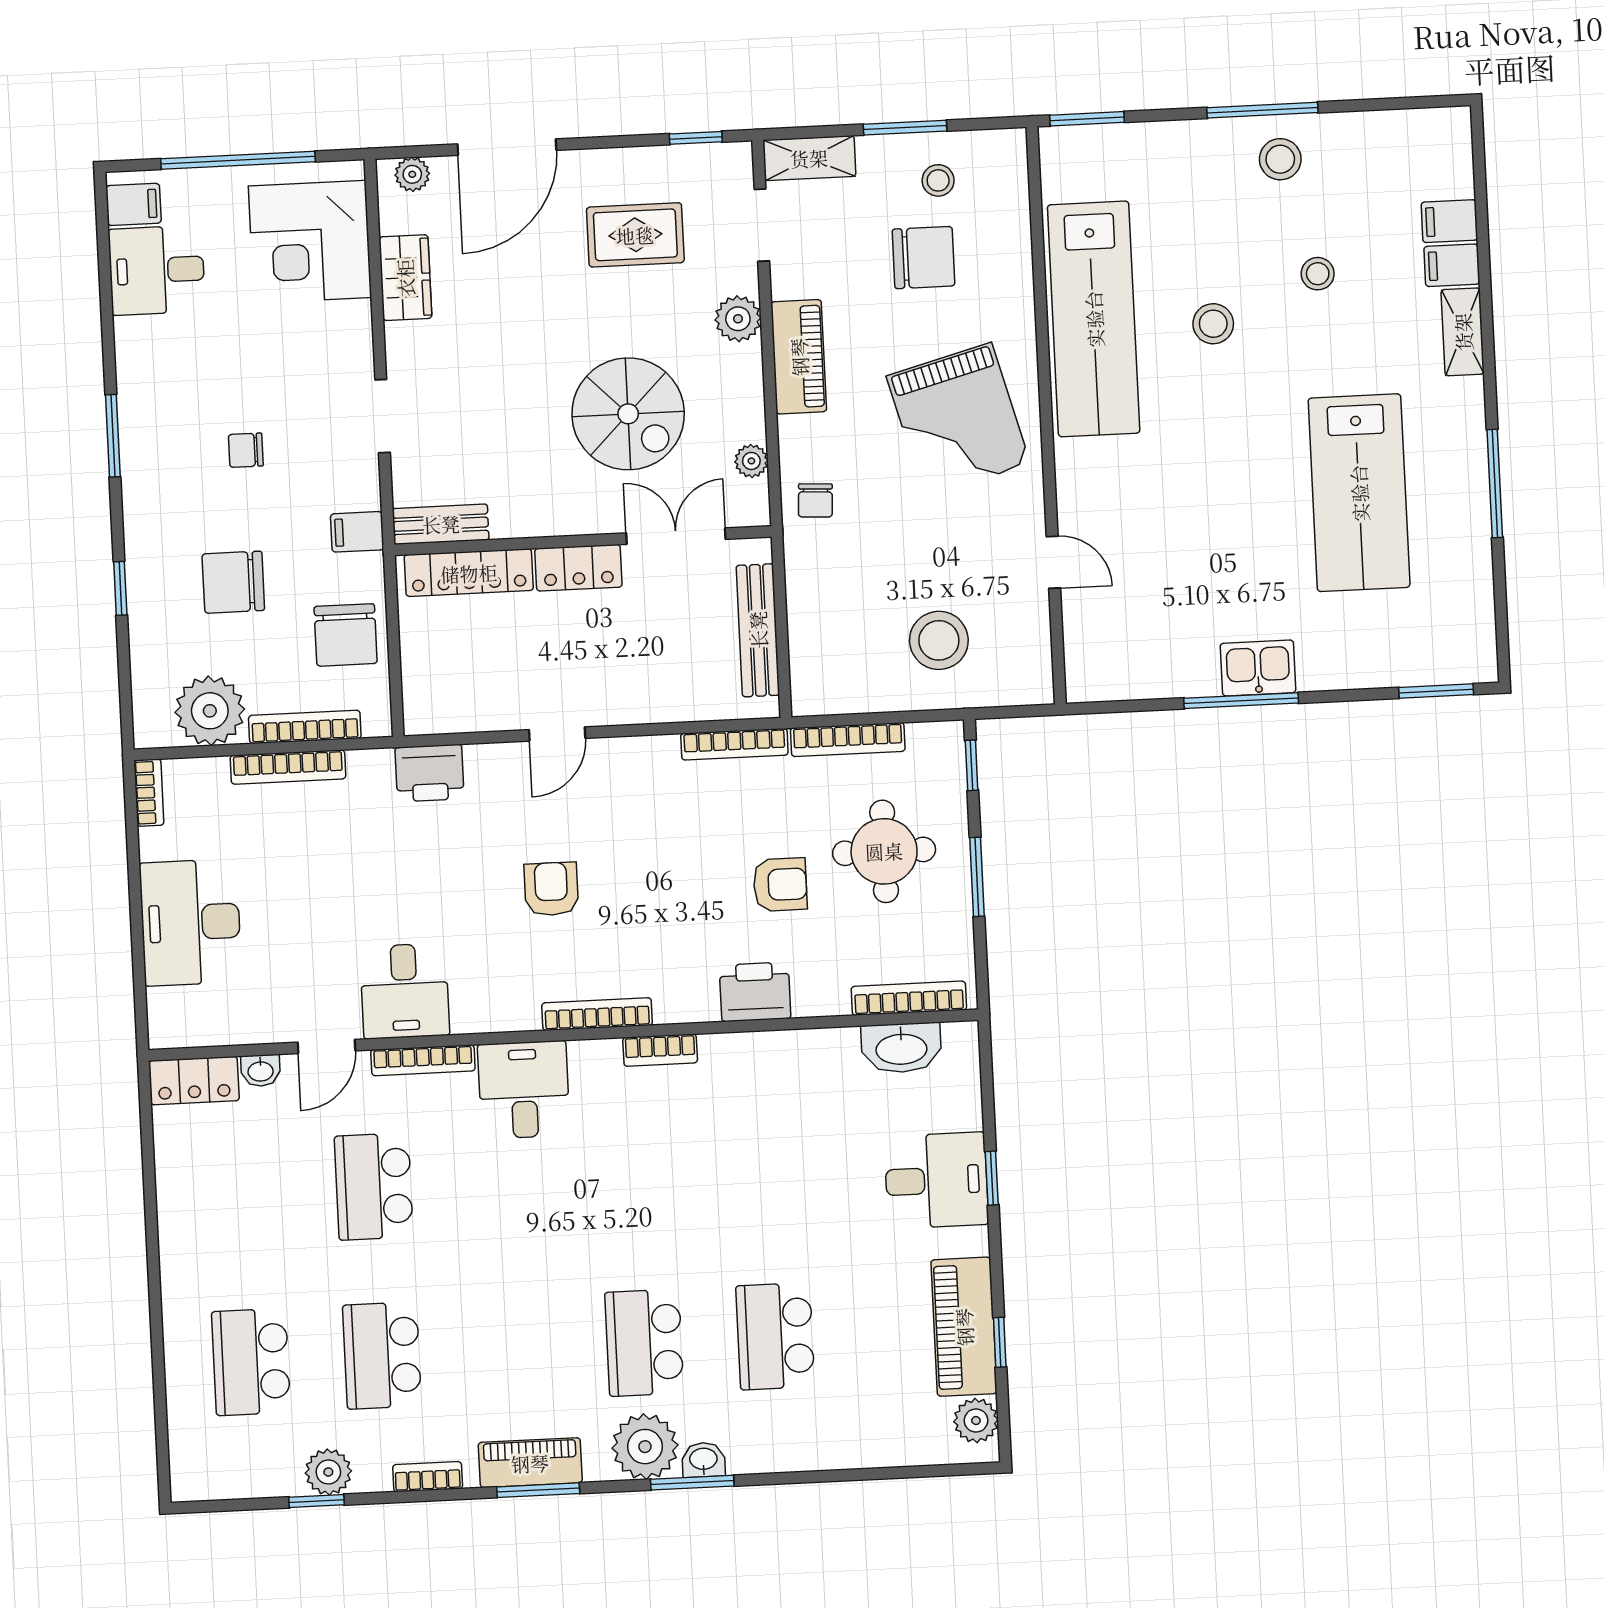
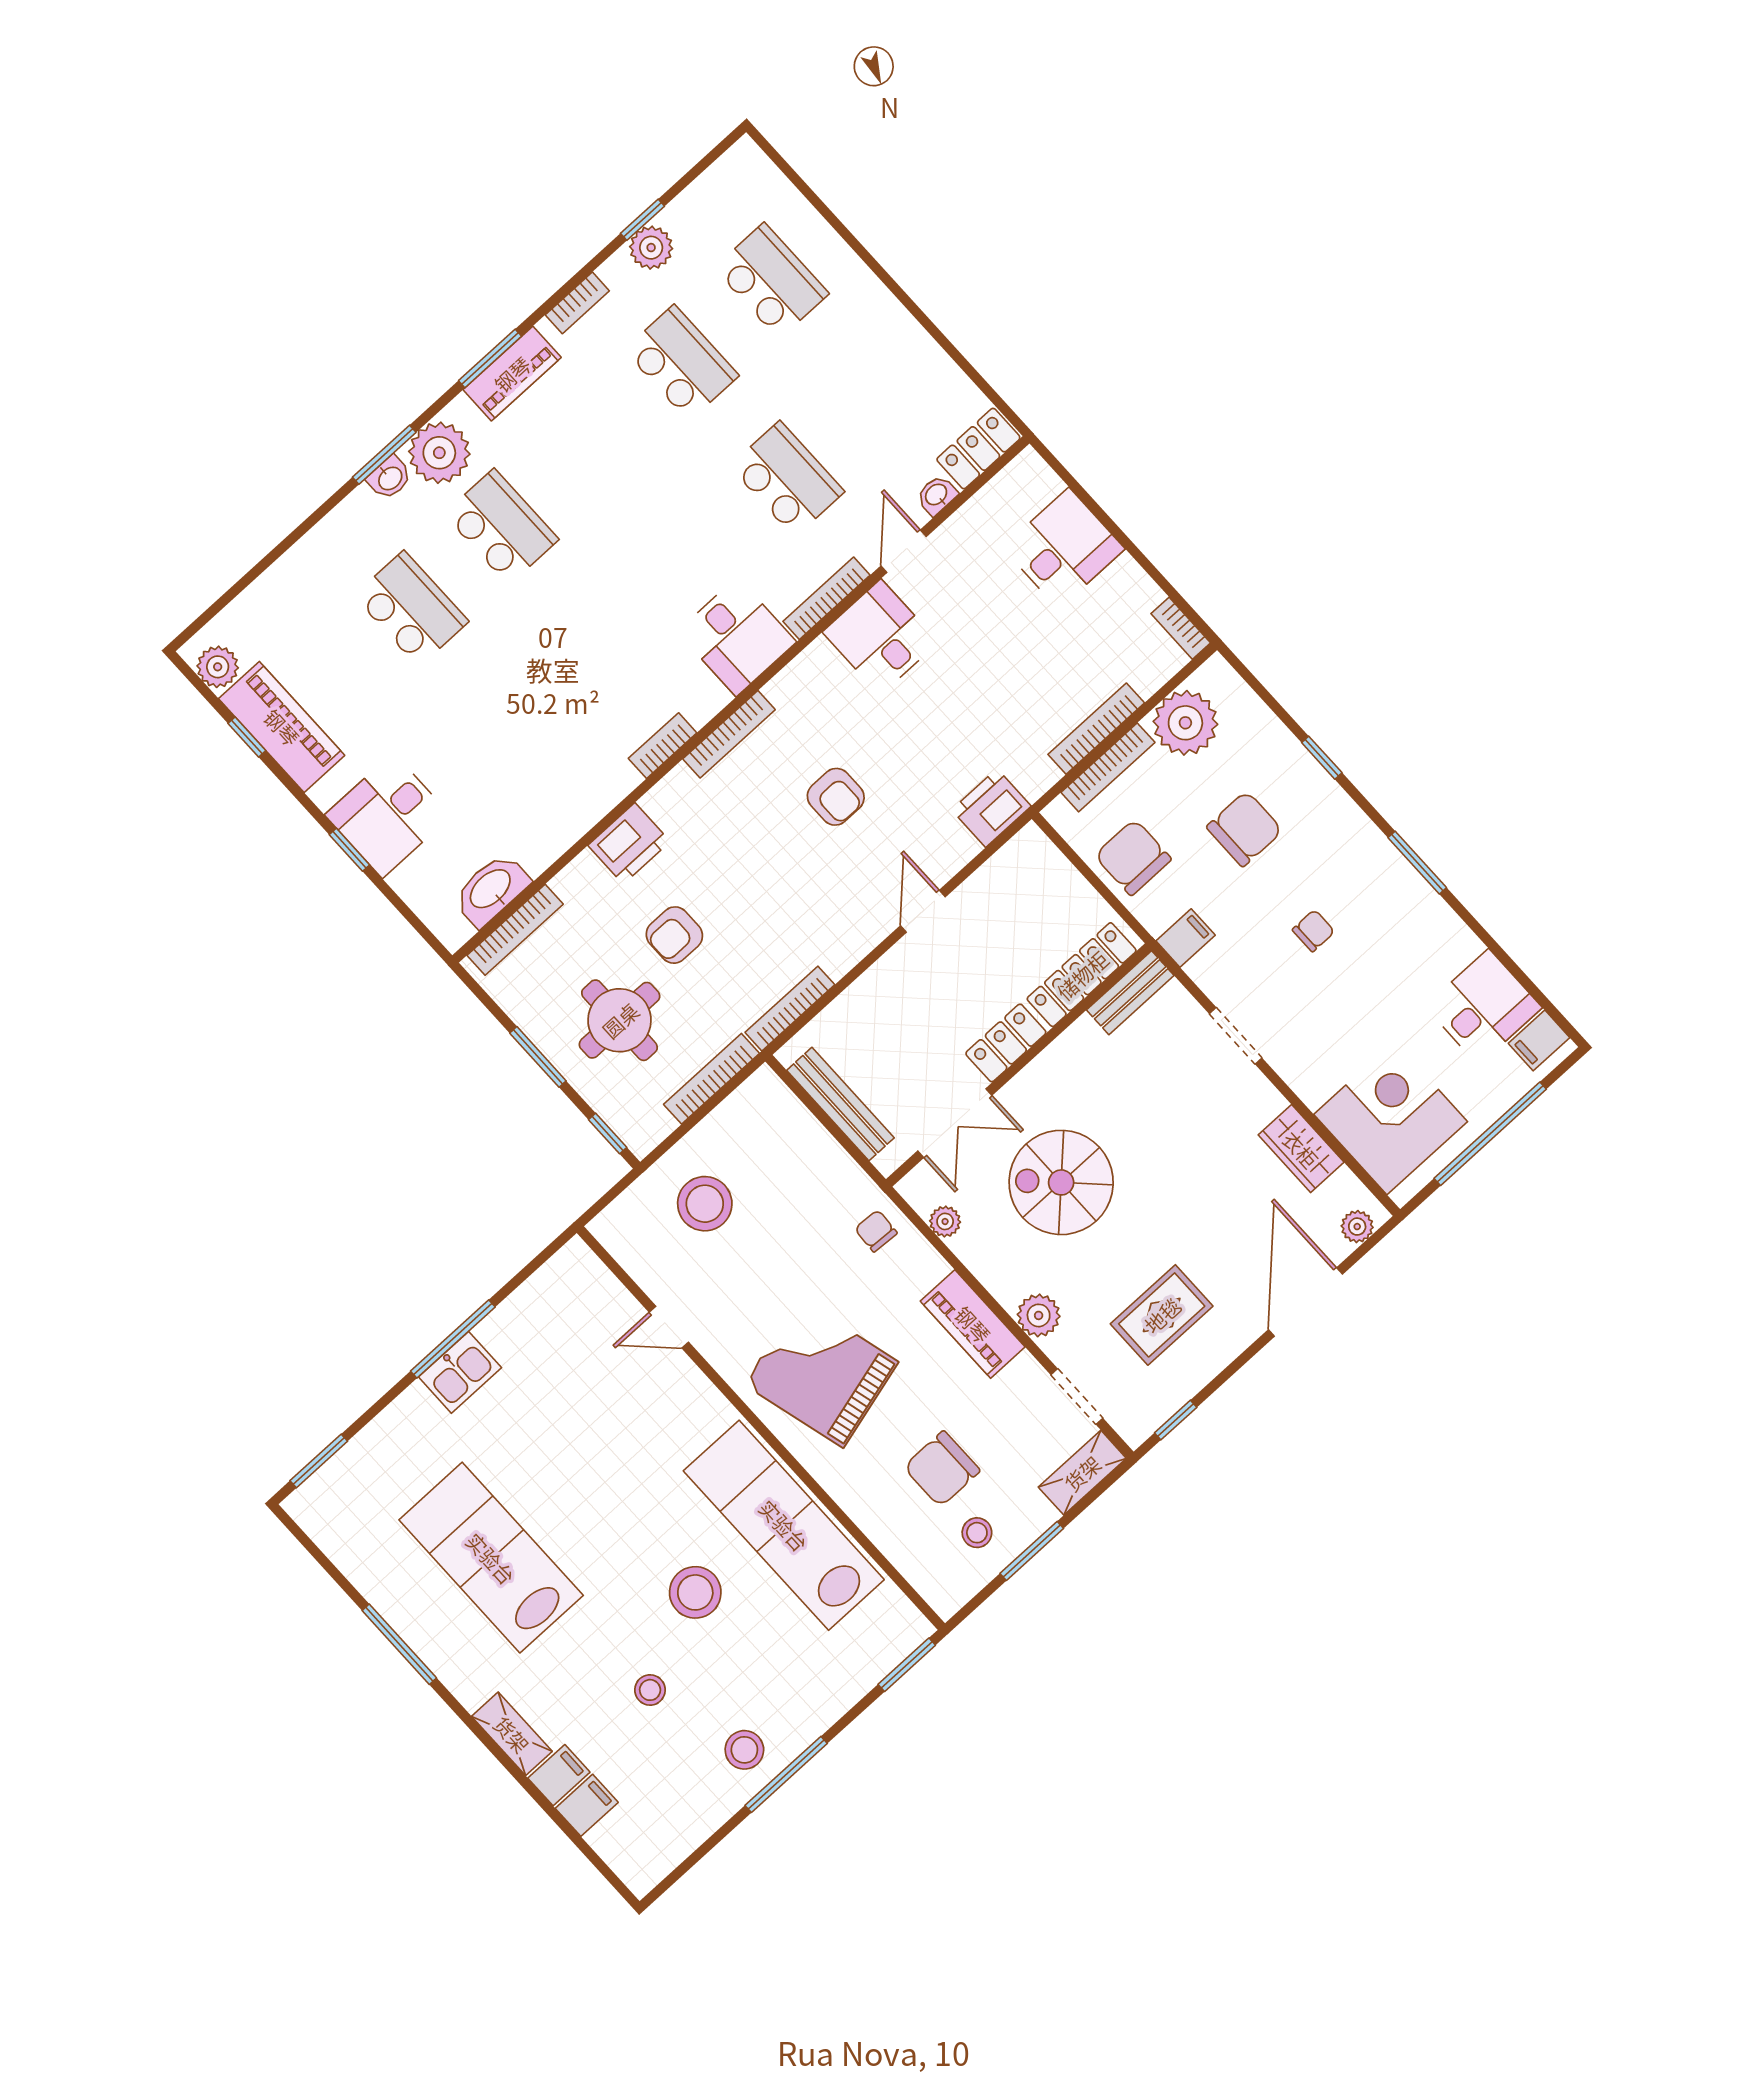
stool: (1213, 324) -> (695, 1592), width x1.38, depth x1.38
desk: (191, 922) -> (1064, 548), width x0.73

